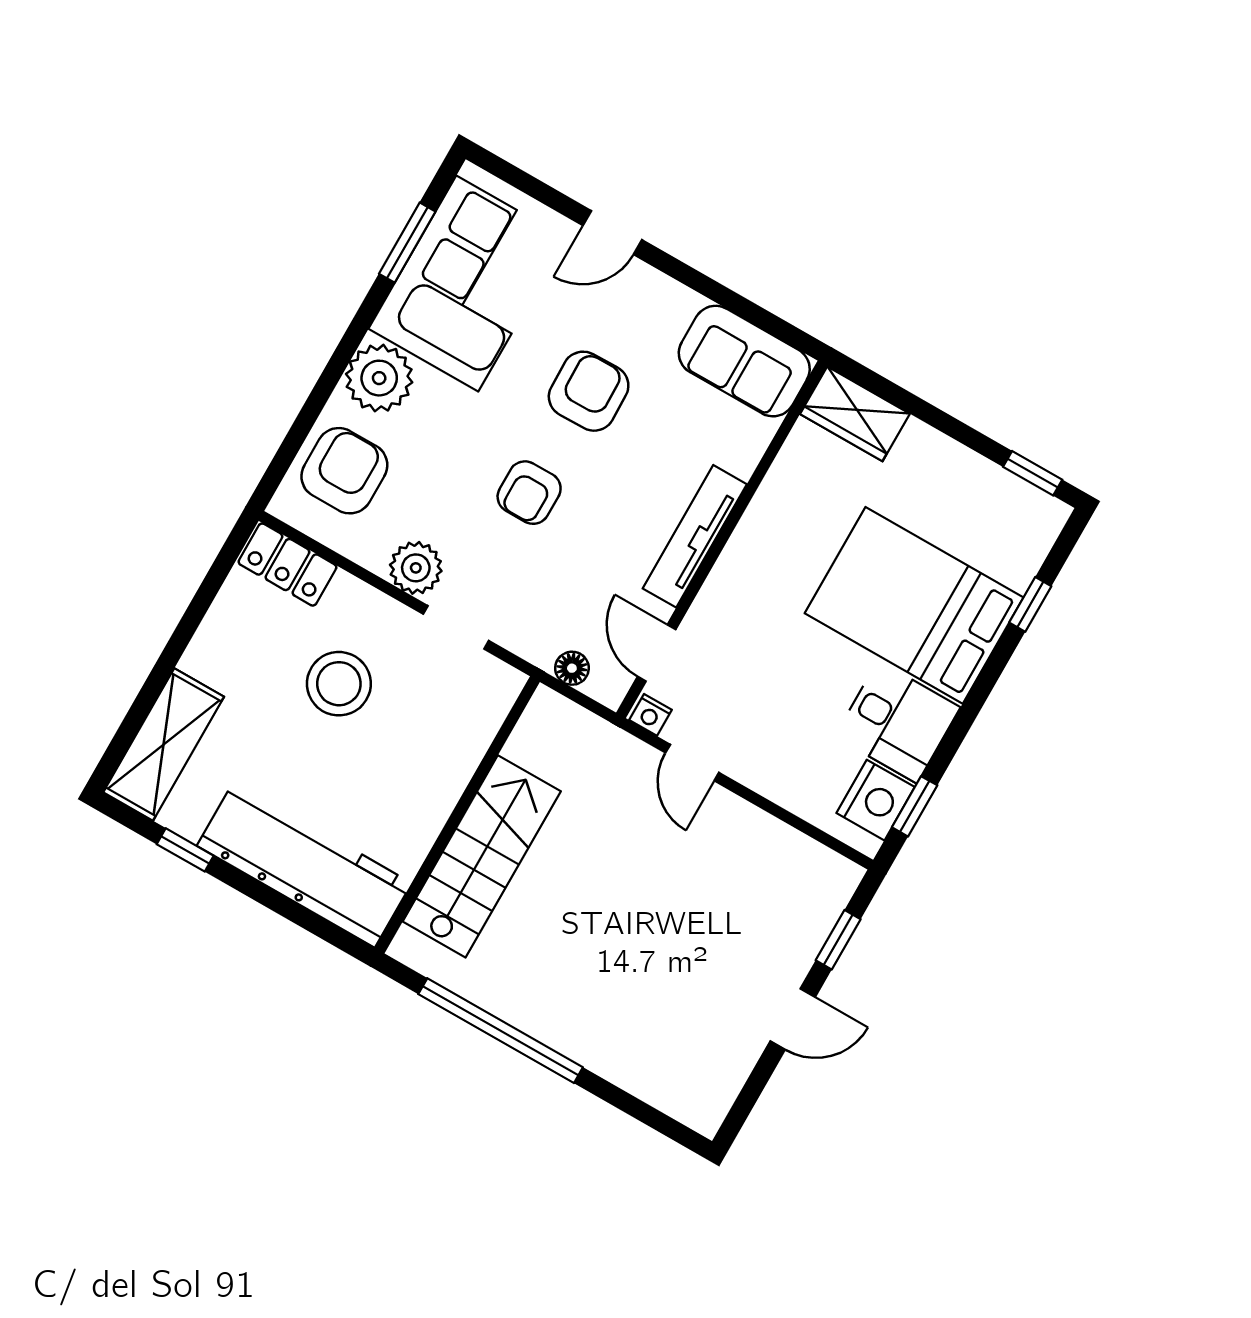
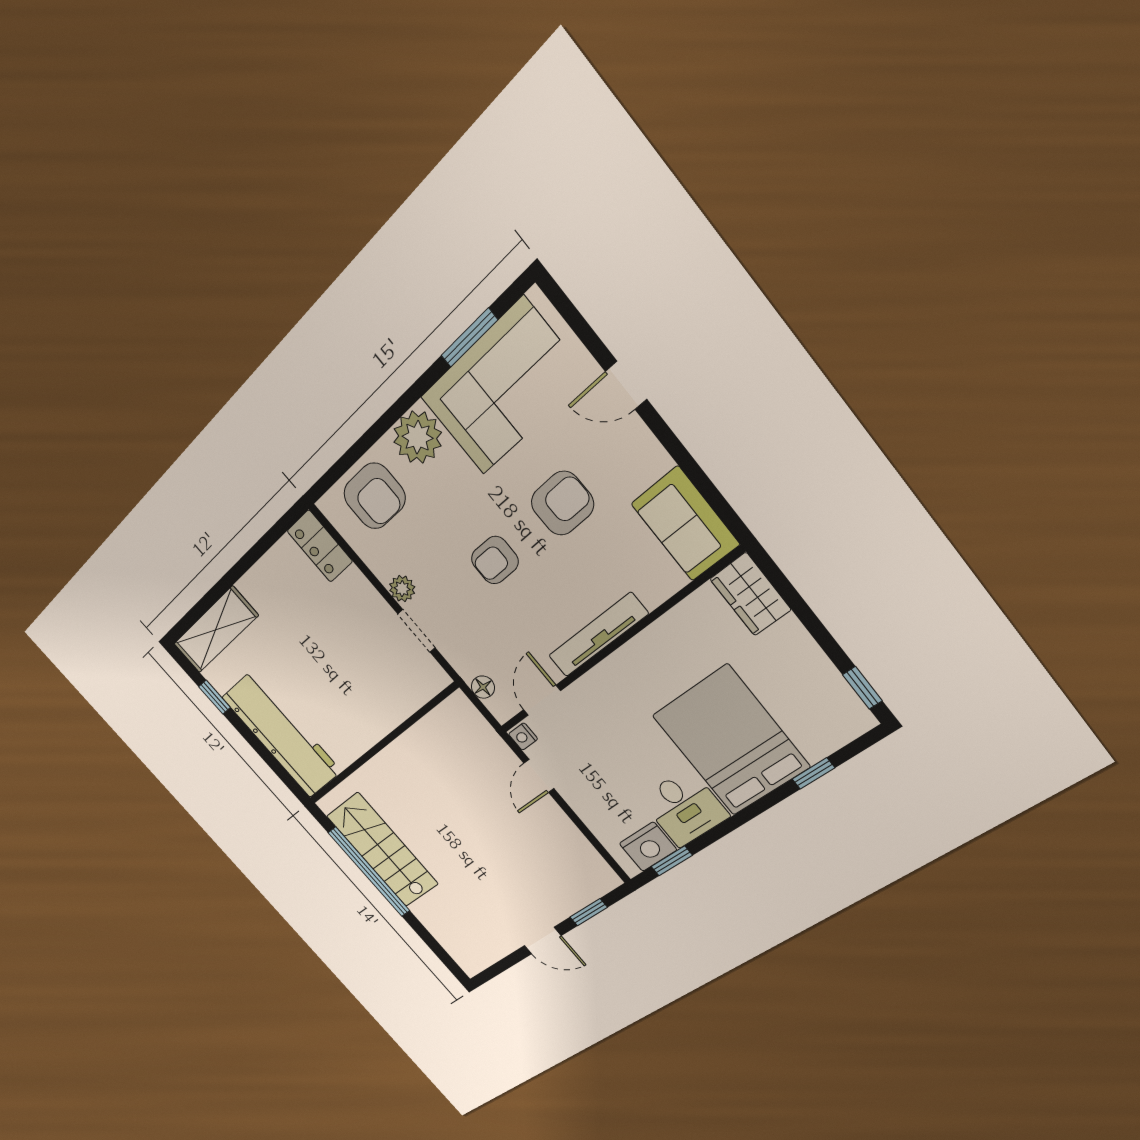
armchair: (344, 471) -> (375, 496), turned 90
plant: (416, 568) -> (402, 589), width x0.73, depth x0.73
stool: (339, 684) -> (332, 636), removed
stairs: (482, 856) -> (382, 850), moved, turned -90

